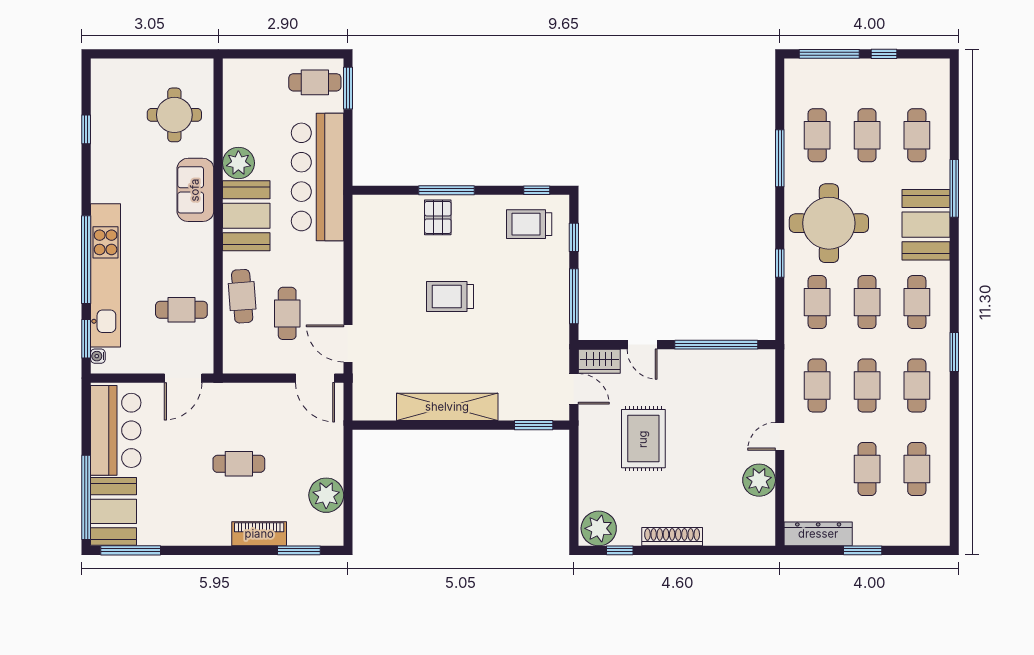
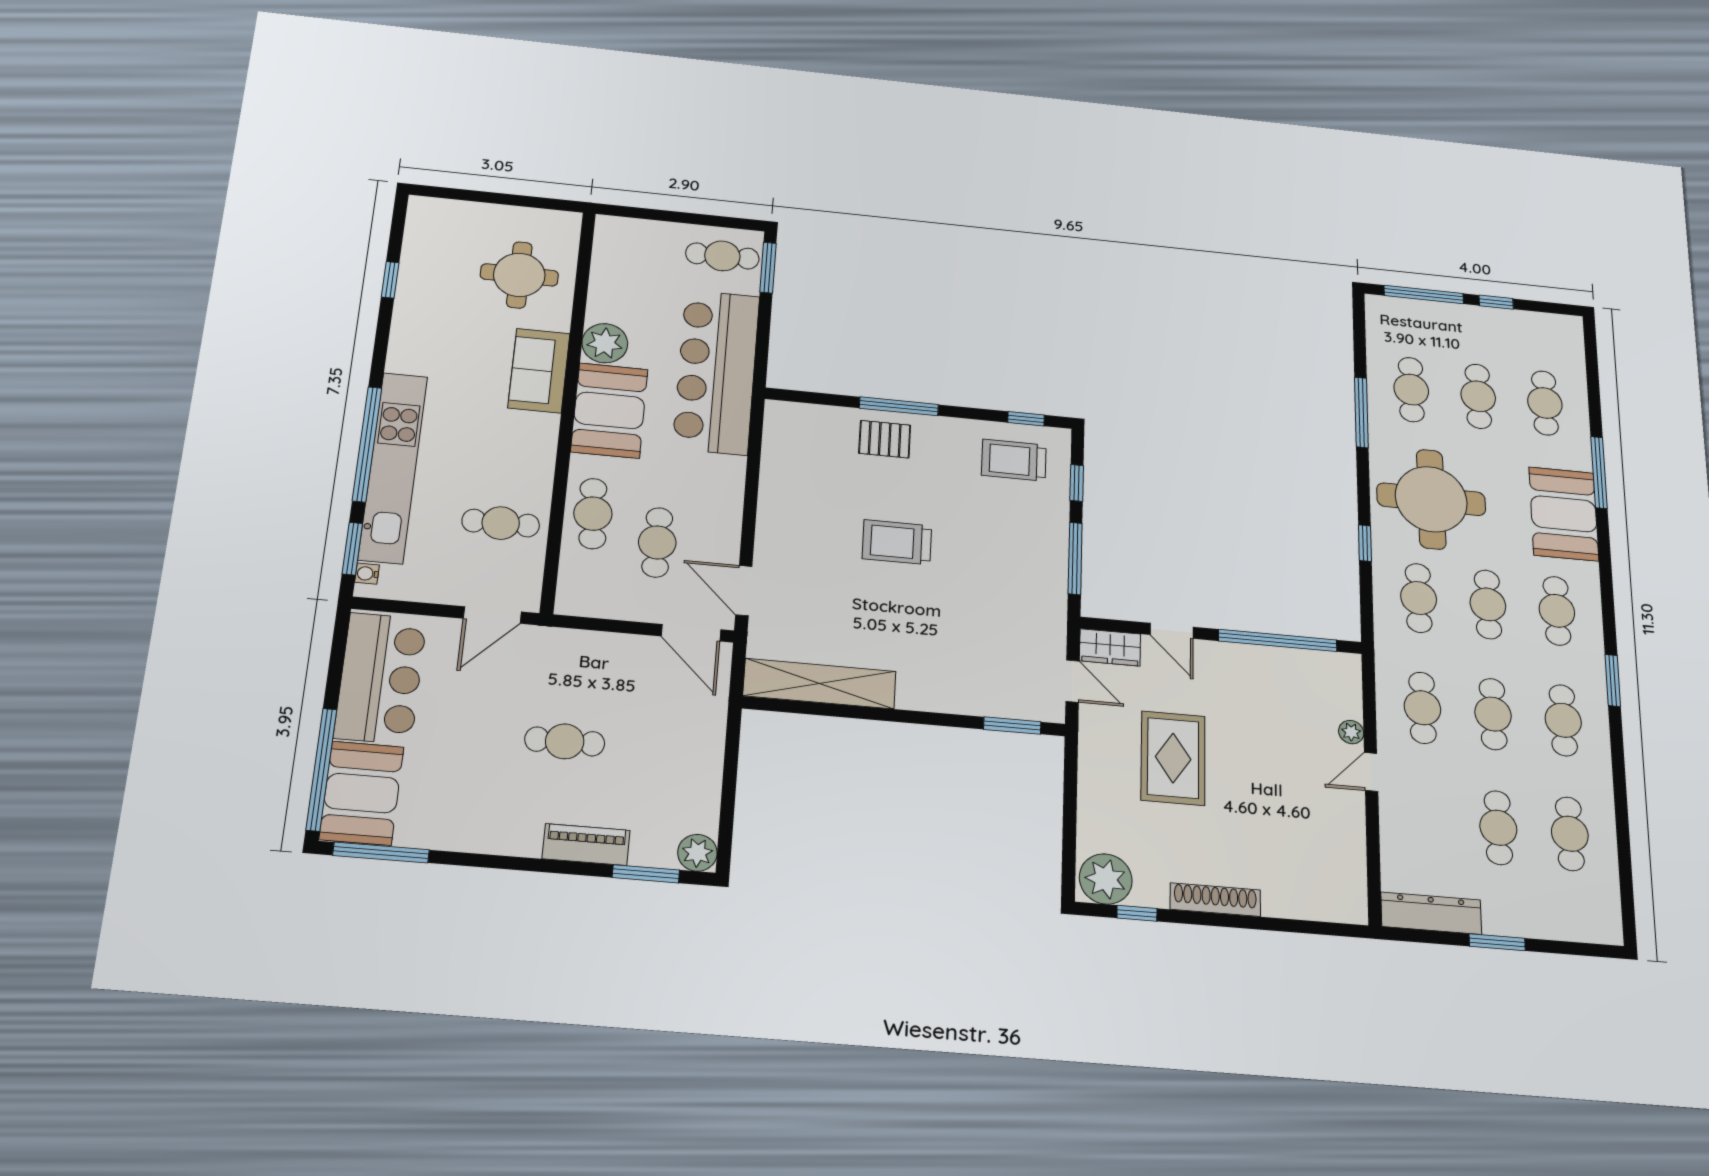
pallet: (438, 217) -> (885, 439), turned 90
shelving: (447, 407) -> (820, 684), moved
plant: (759, 480) -> (1351, 732), moved, width x0.53, depth x0.53
plant: (326, 495) -> (697, 853), moved, width x0.73, depth x0.73

